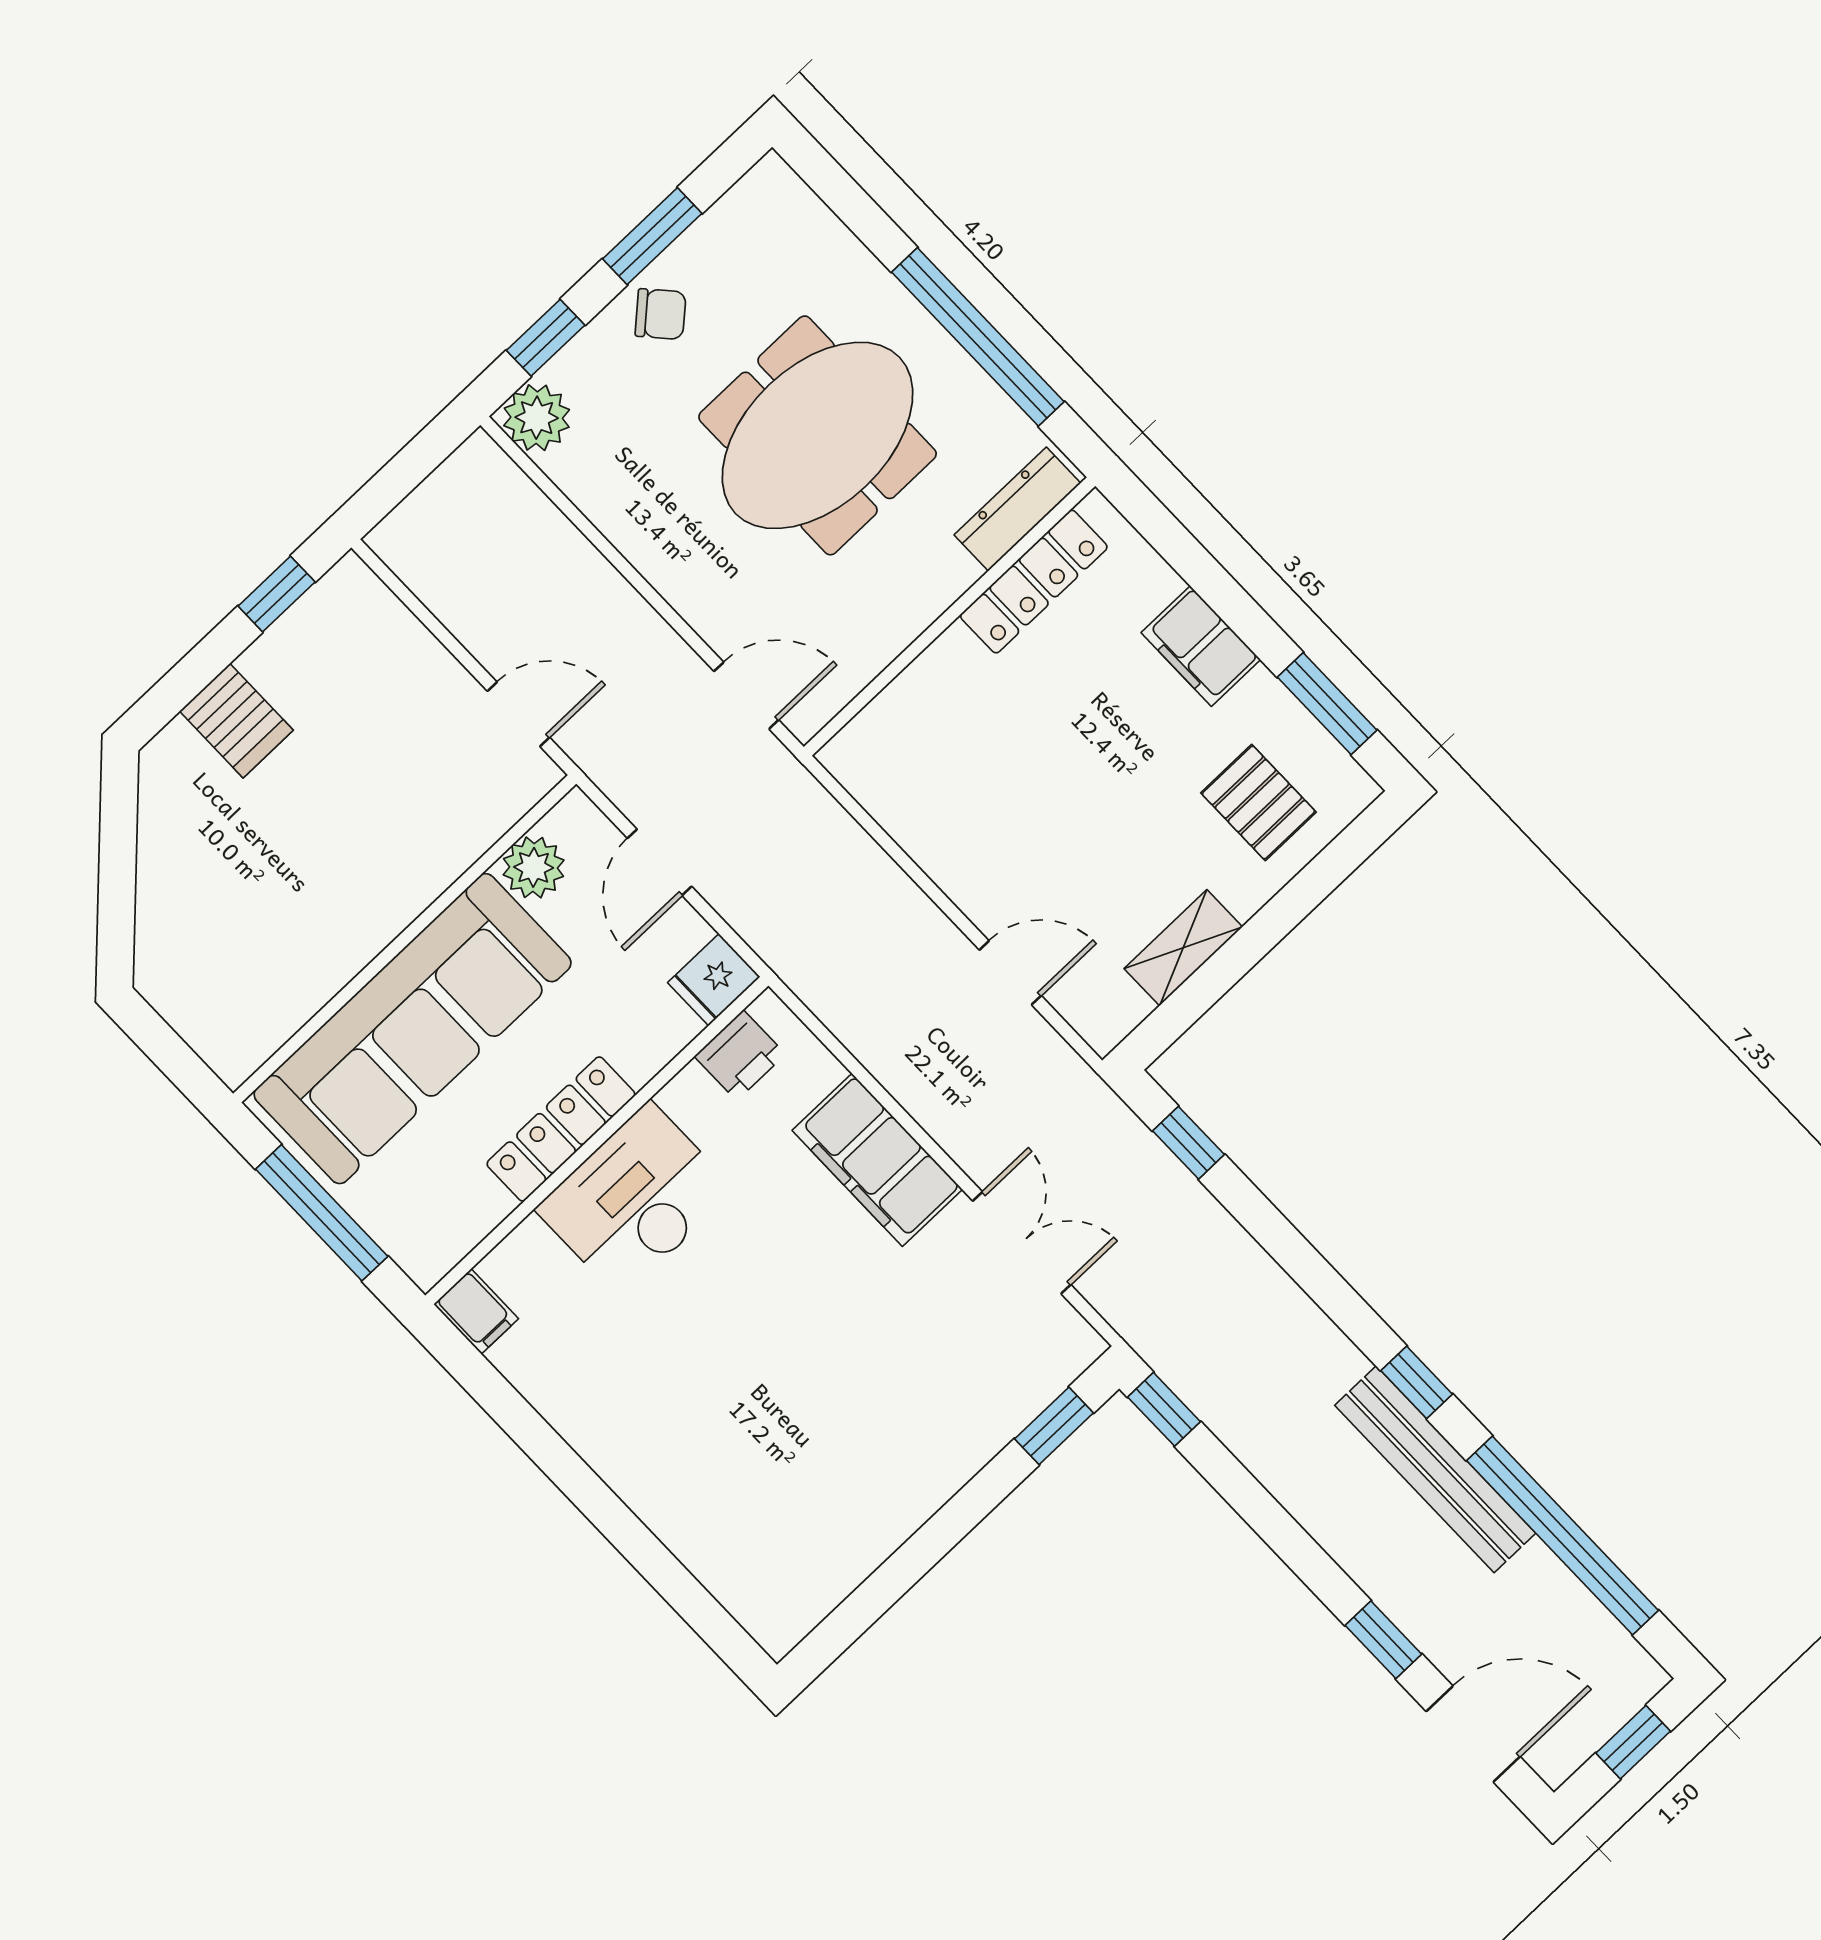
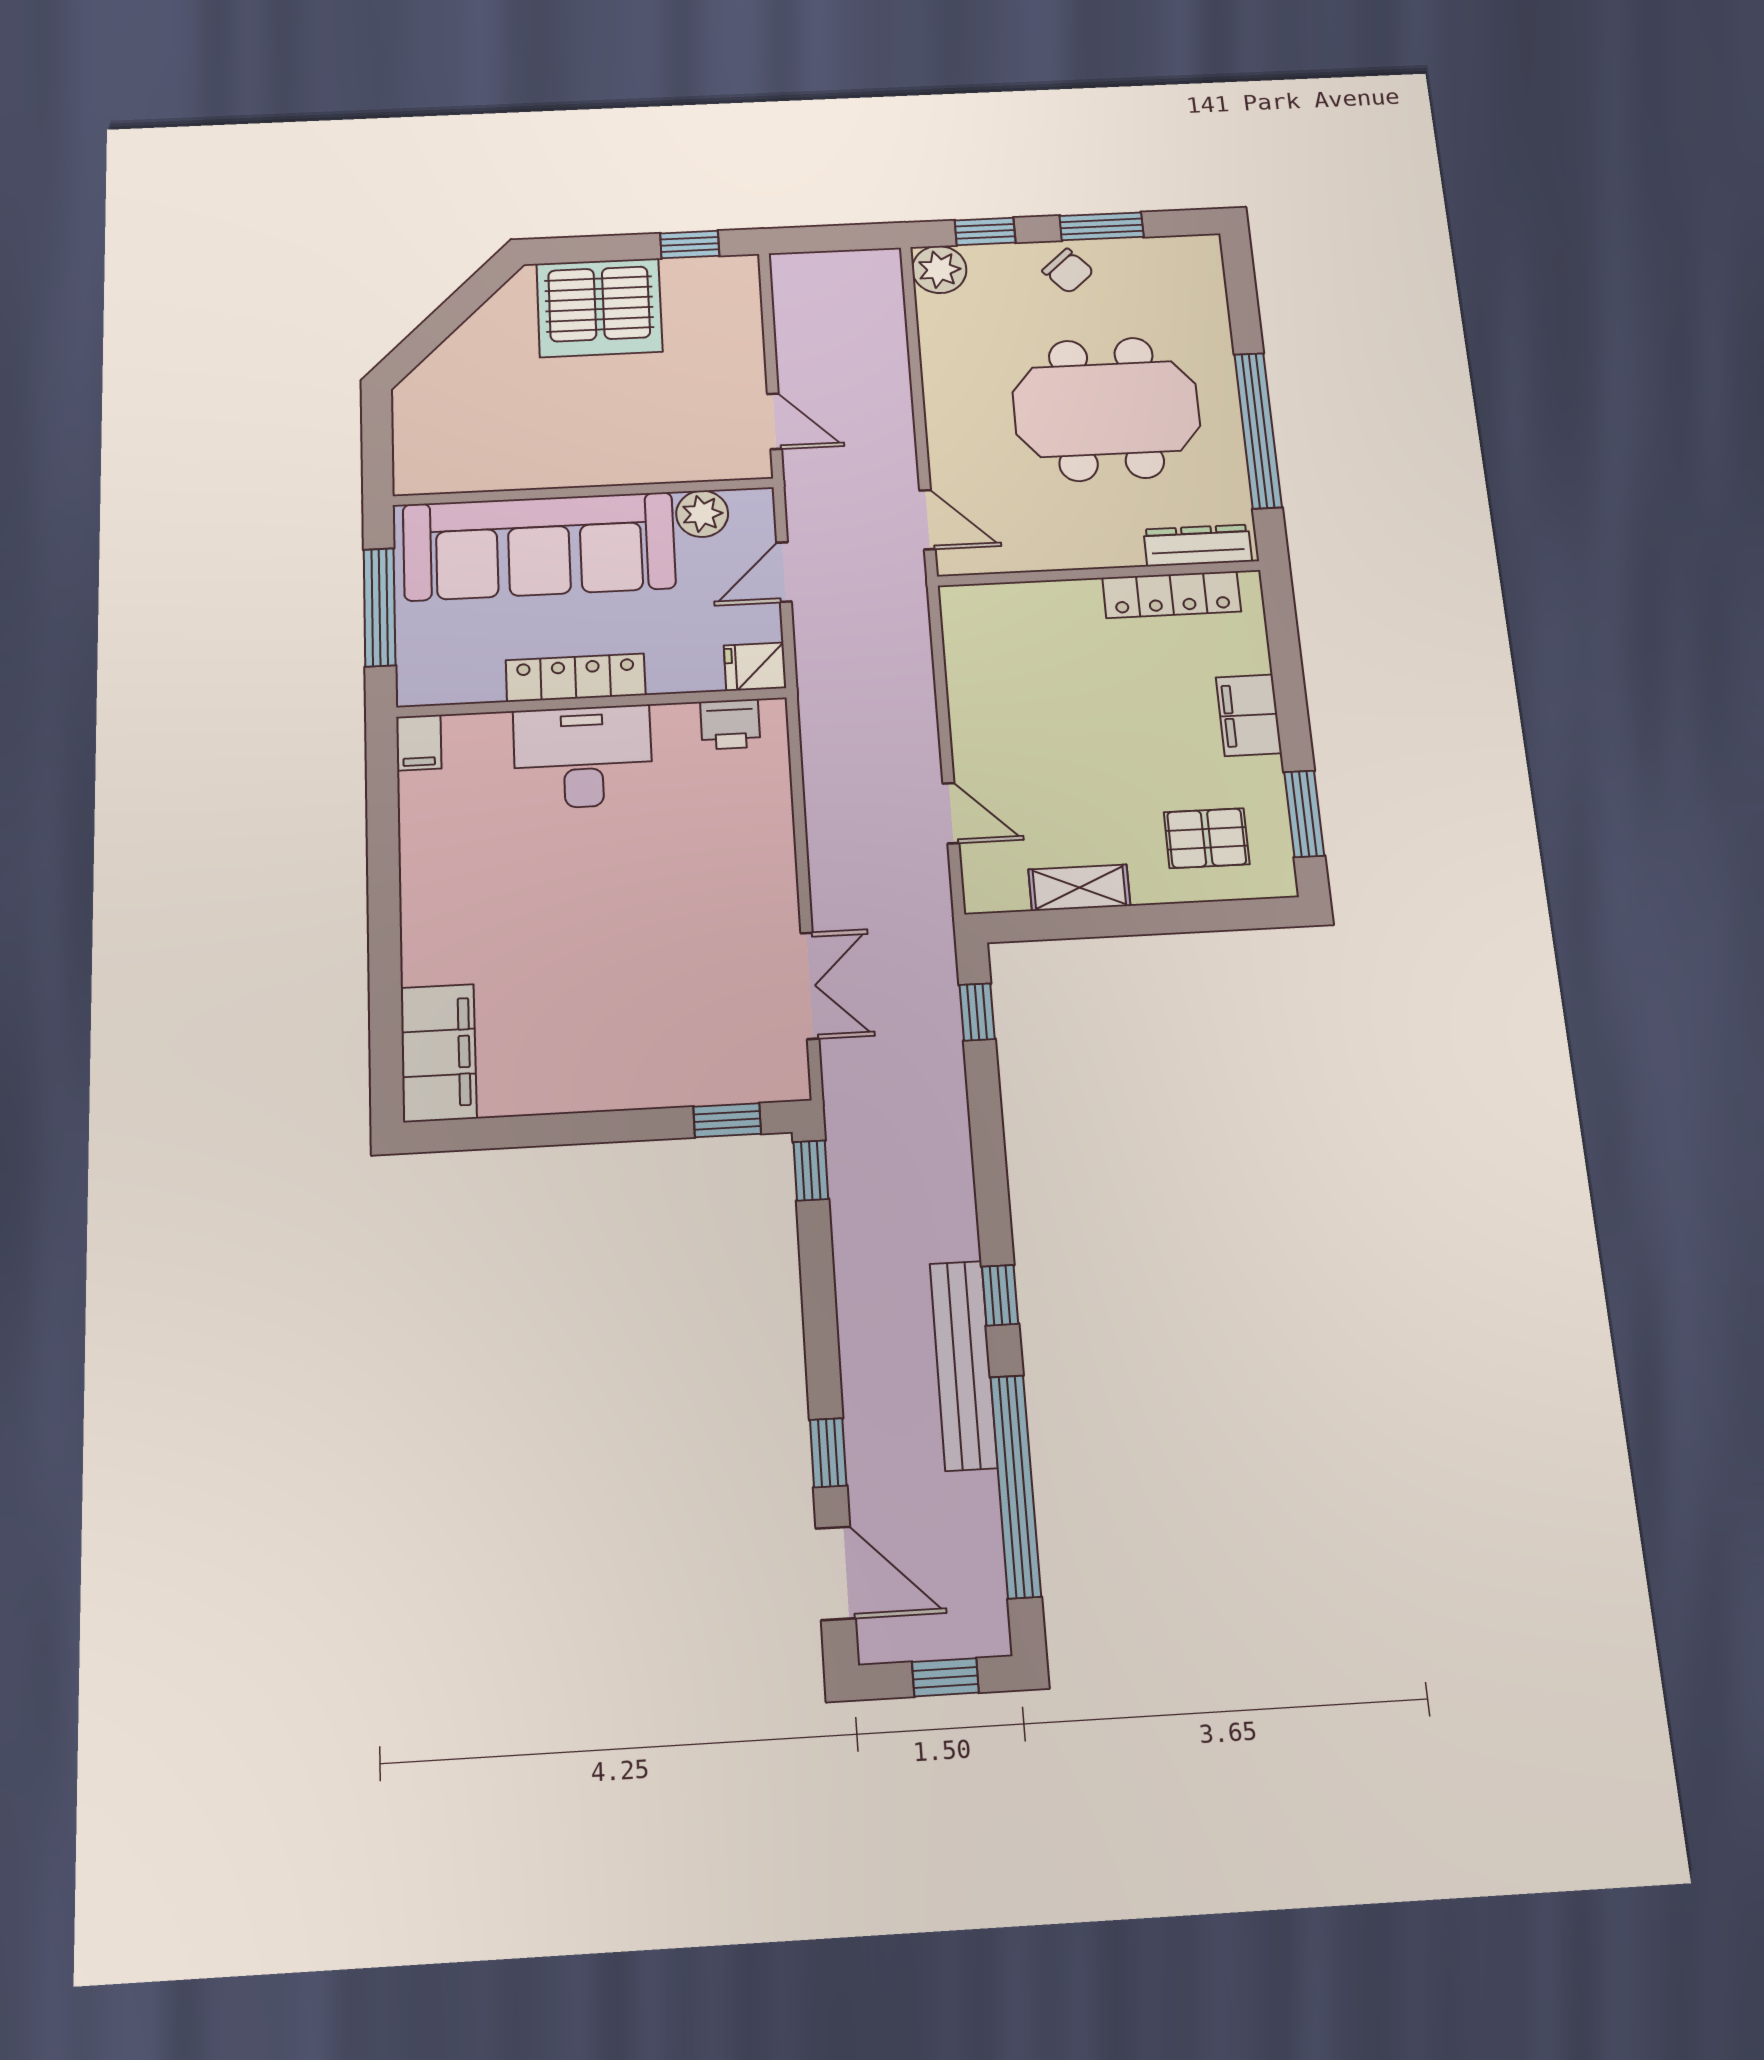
server rack: (236, 721) -> (599, 308), width x2.18, depth x1.44
pallet: (1258, 803) -> (1207, 838), turned 90
filing cabinet: (877, 1160) -> (439, 1053), moved, turned 180

